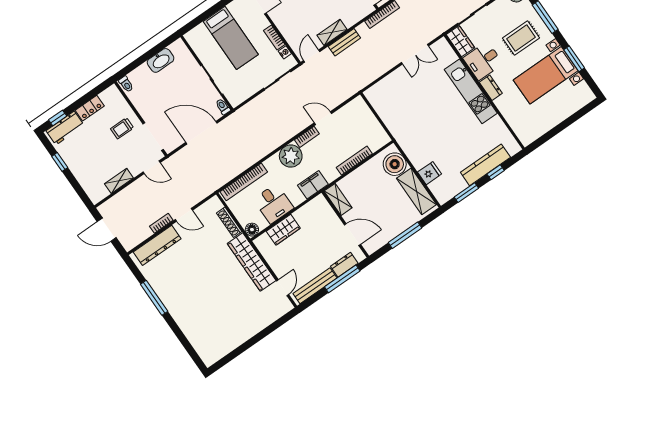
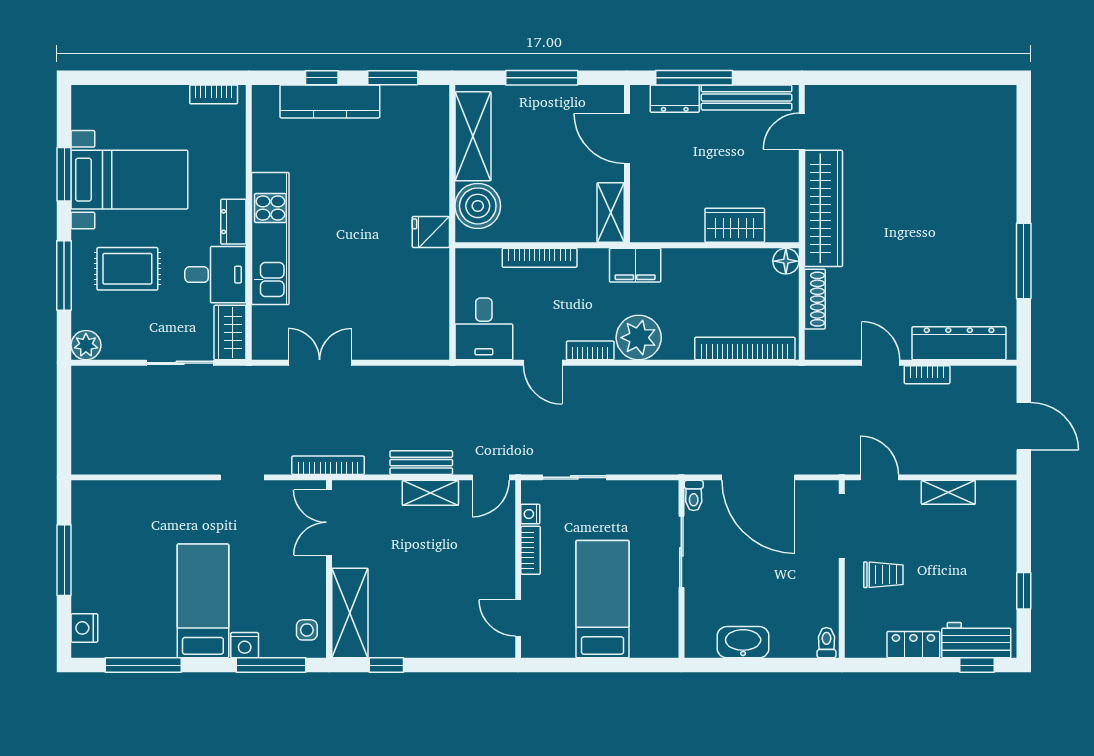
bookcase: (535, 134) -> (214, 94), added
fridge: (430, 173) -> (431, 232), moved
desk: (274, 204) -> (484, 329), moved, turned 180

